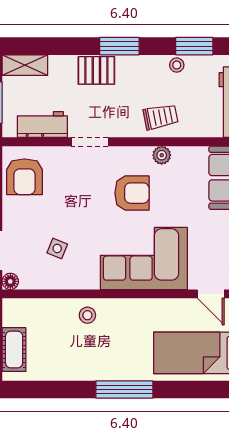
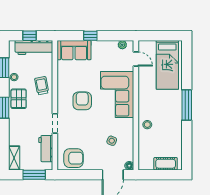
pallet: (96, 70) -> (19, 99), moved
plant: (162, 155) -> (62, 85), removed
door: (211, 294) -> (136, 59), hinge flipped

